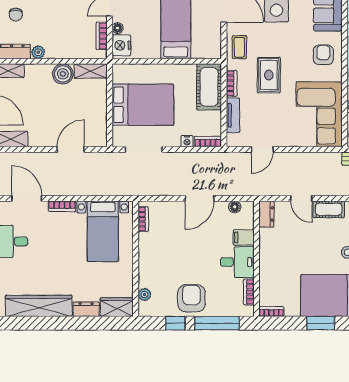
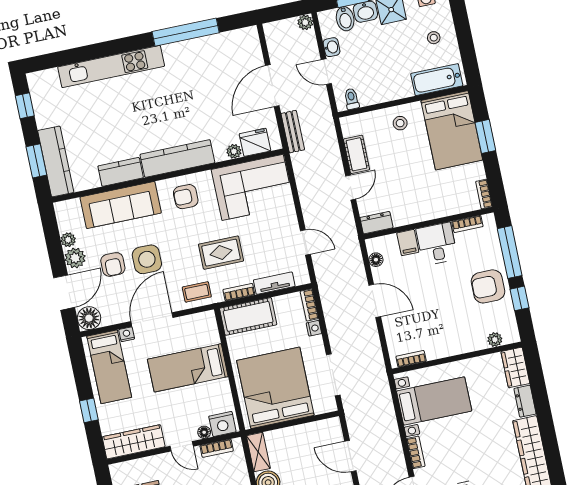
bed: (143, 105) -> (275, 388), width x1.36

